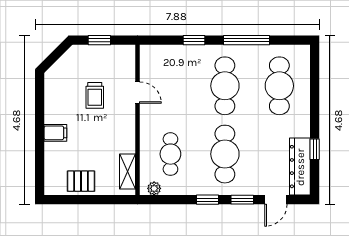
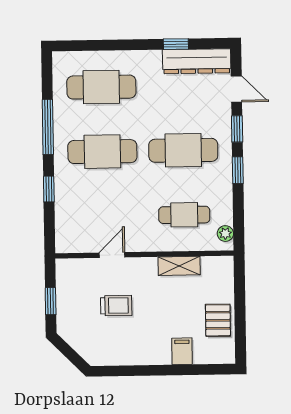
filing cabinet: (55, 133) -> (182, 351), moved
shelving: (127, 172) -> (179, 266), moved

